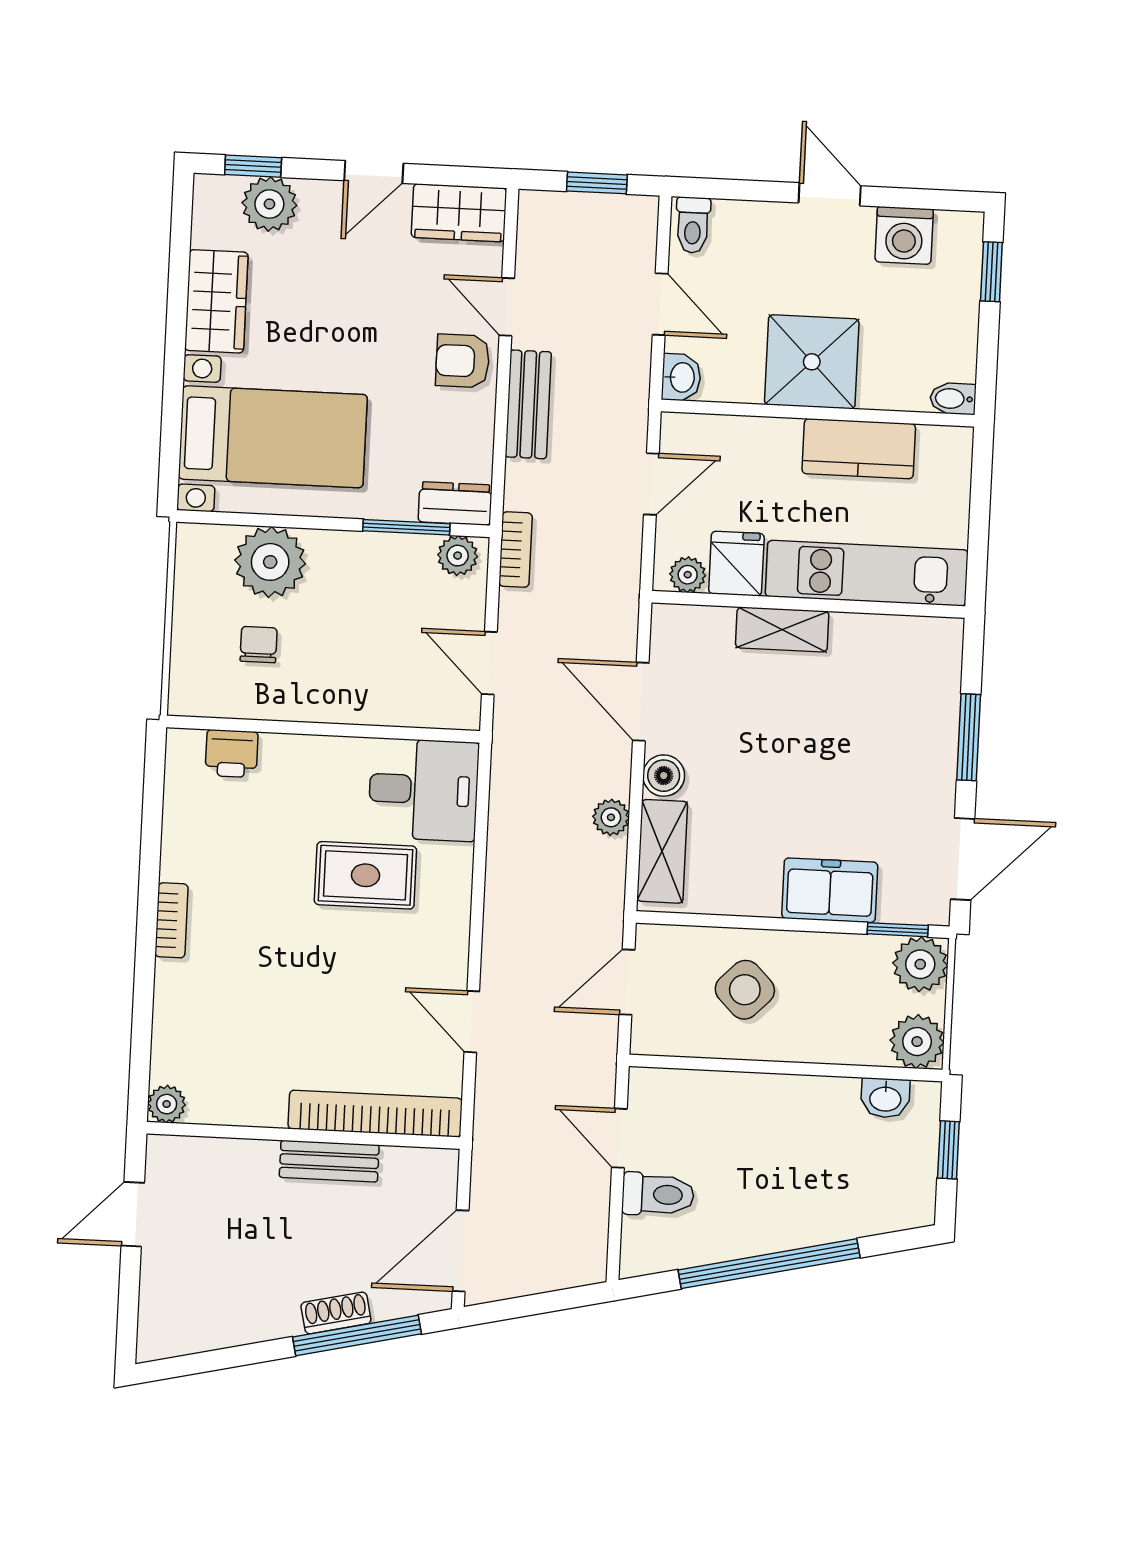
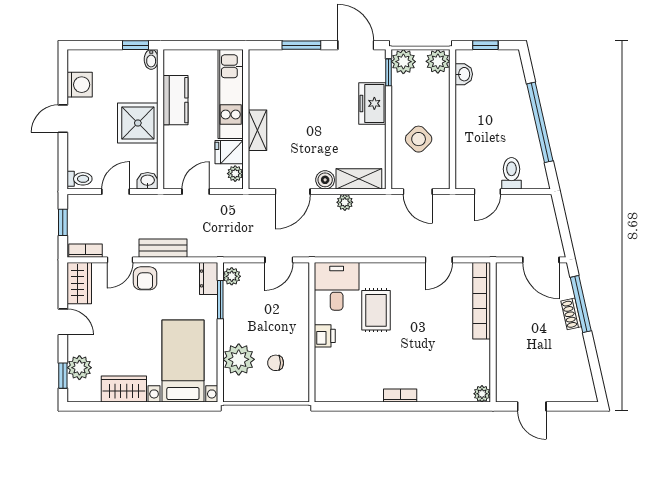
window: (991, 272) -> (135, 45), moved
door: (651, 484) -> (196, 192), hinge flipped
bookcase: (516, 550) -> (86, 251), moved
printer: (232, 754) -> (325, 336), moved
bench: (329, 1161) -> (504, 320), removed

